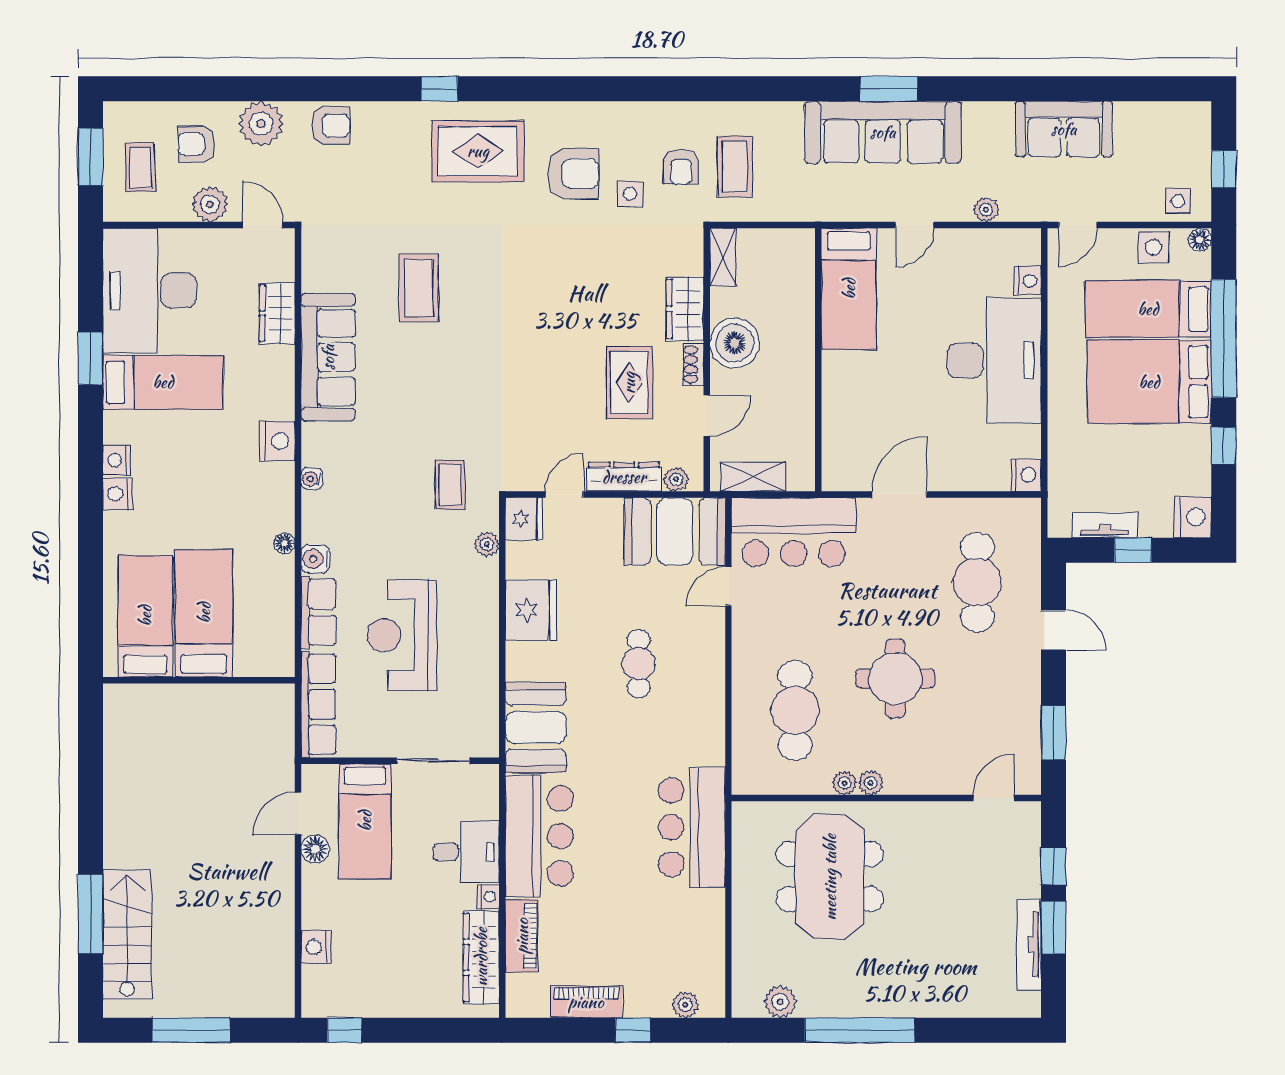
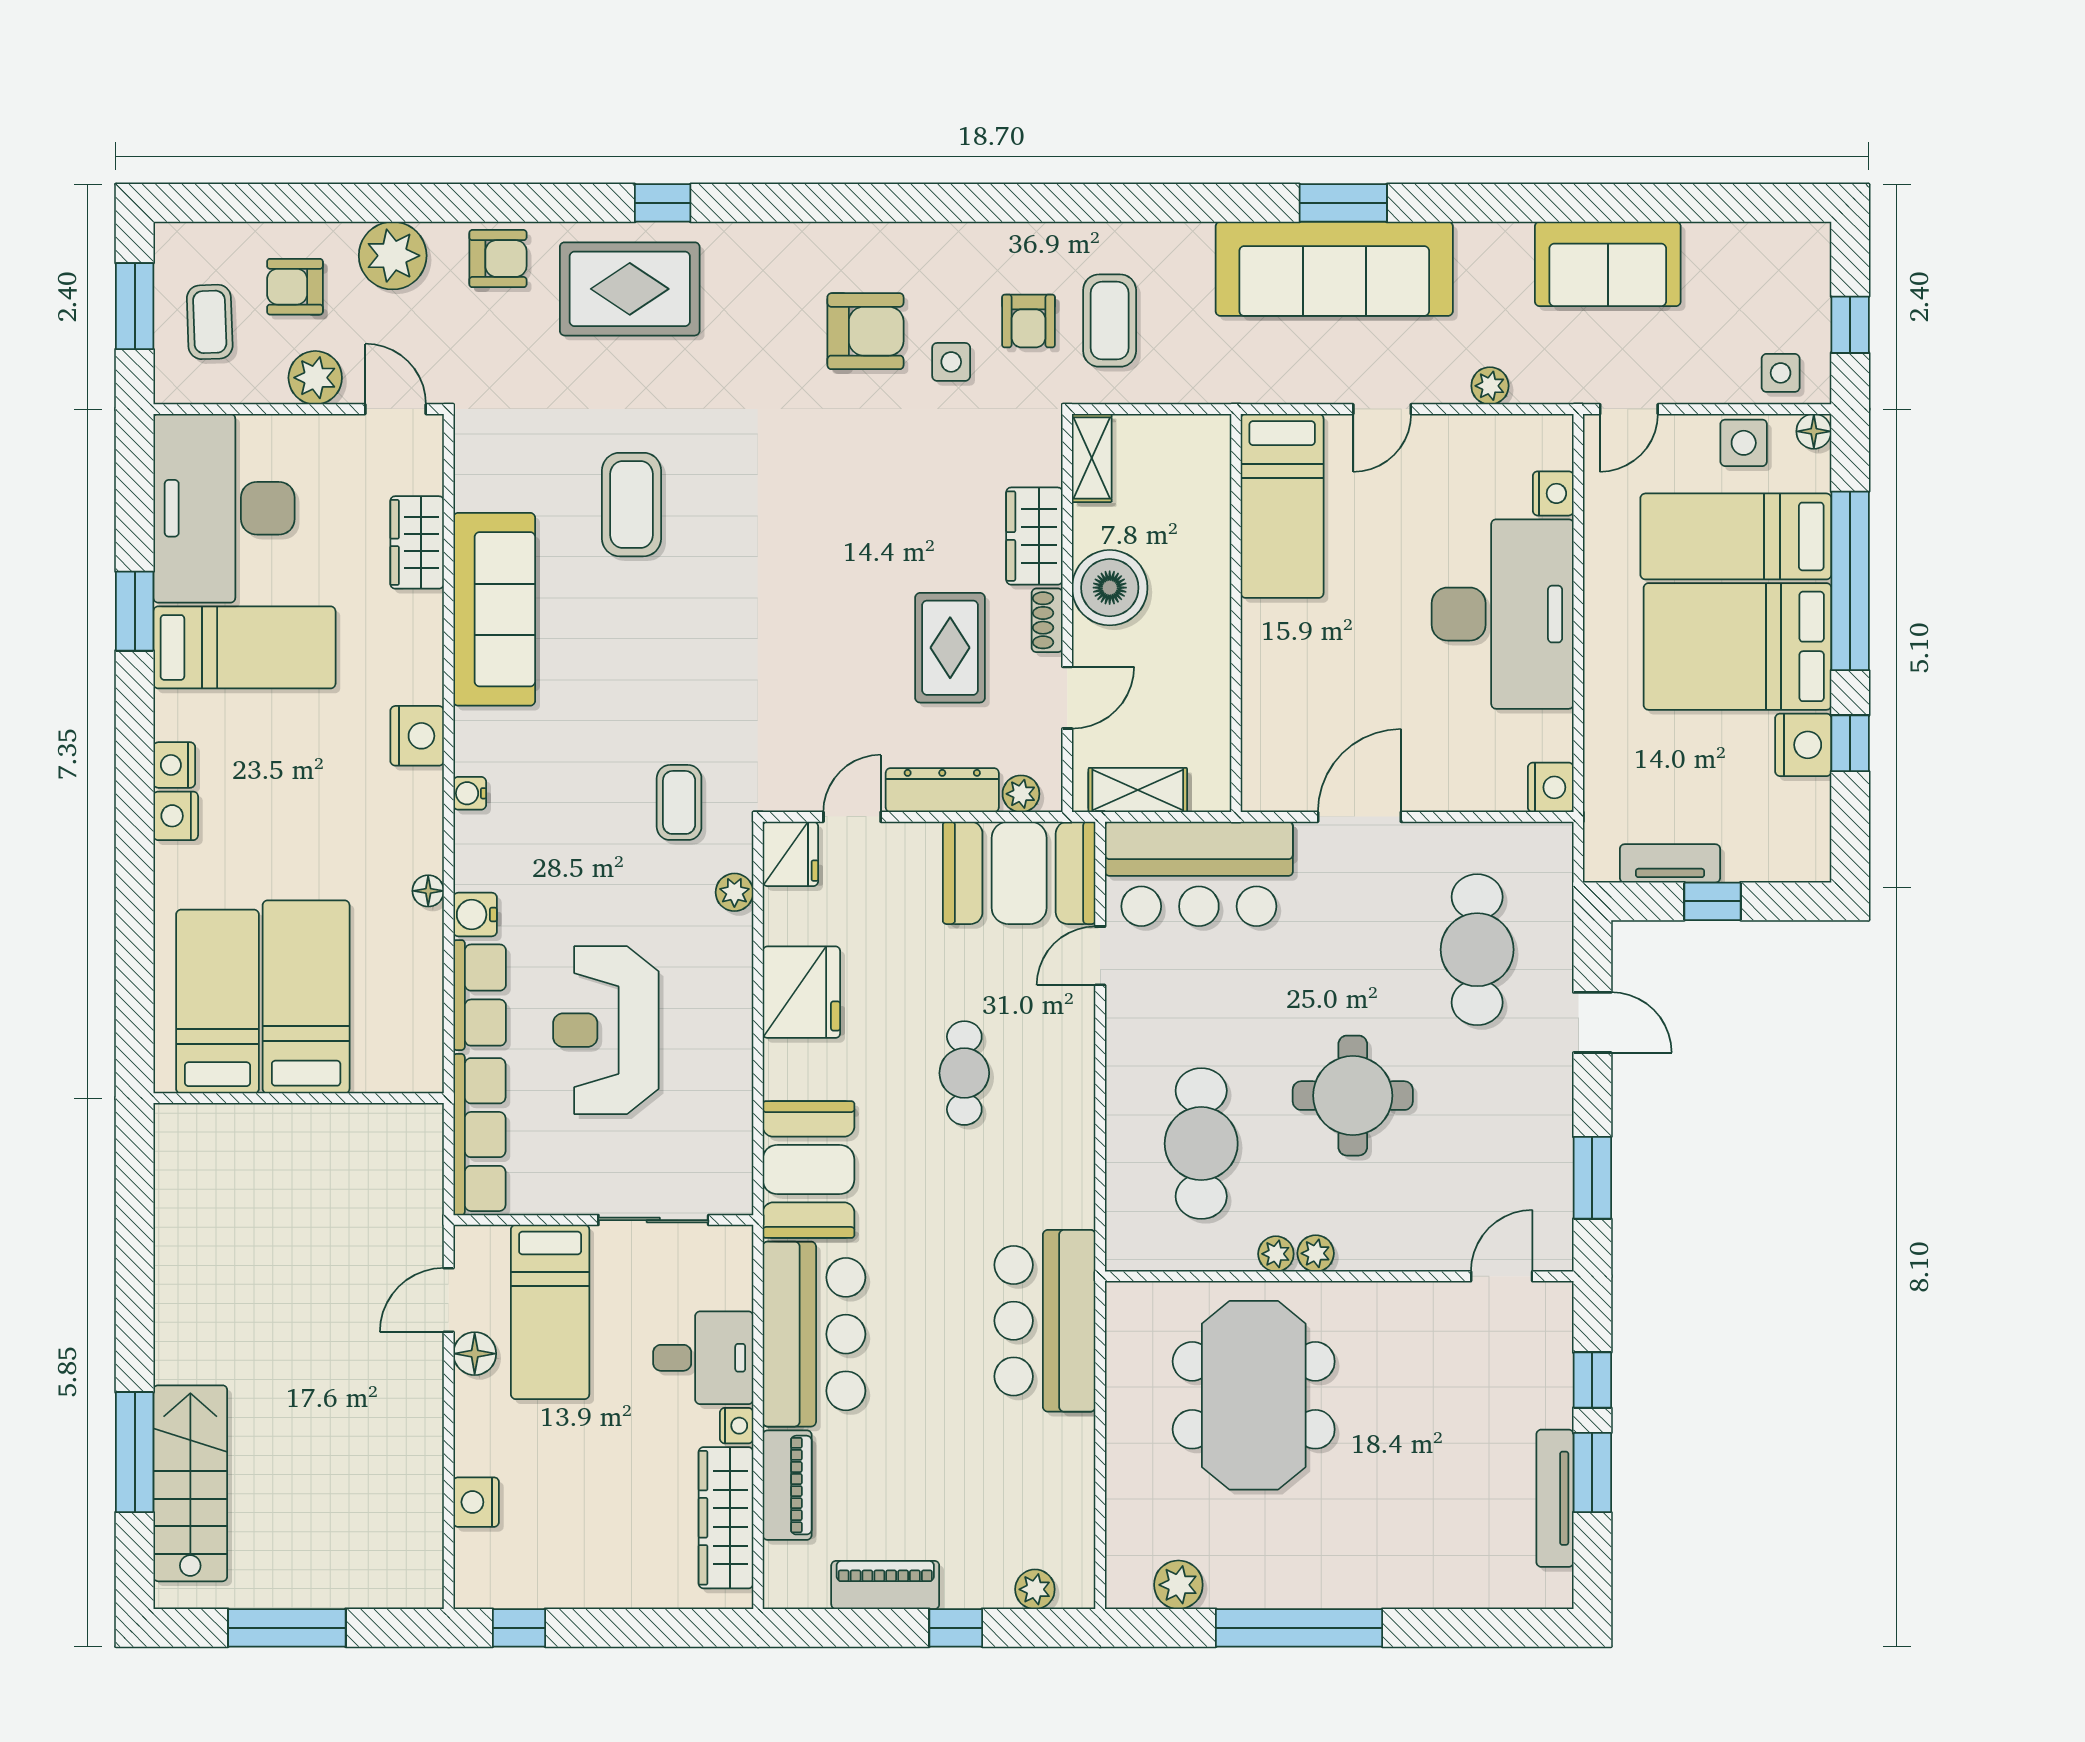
rug: (478, 151) -> (630, 289), moved
nightstand: (1193, 517) -> (1803, 745), moved

